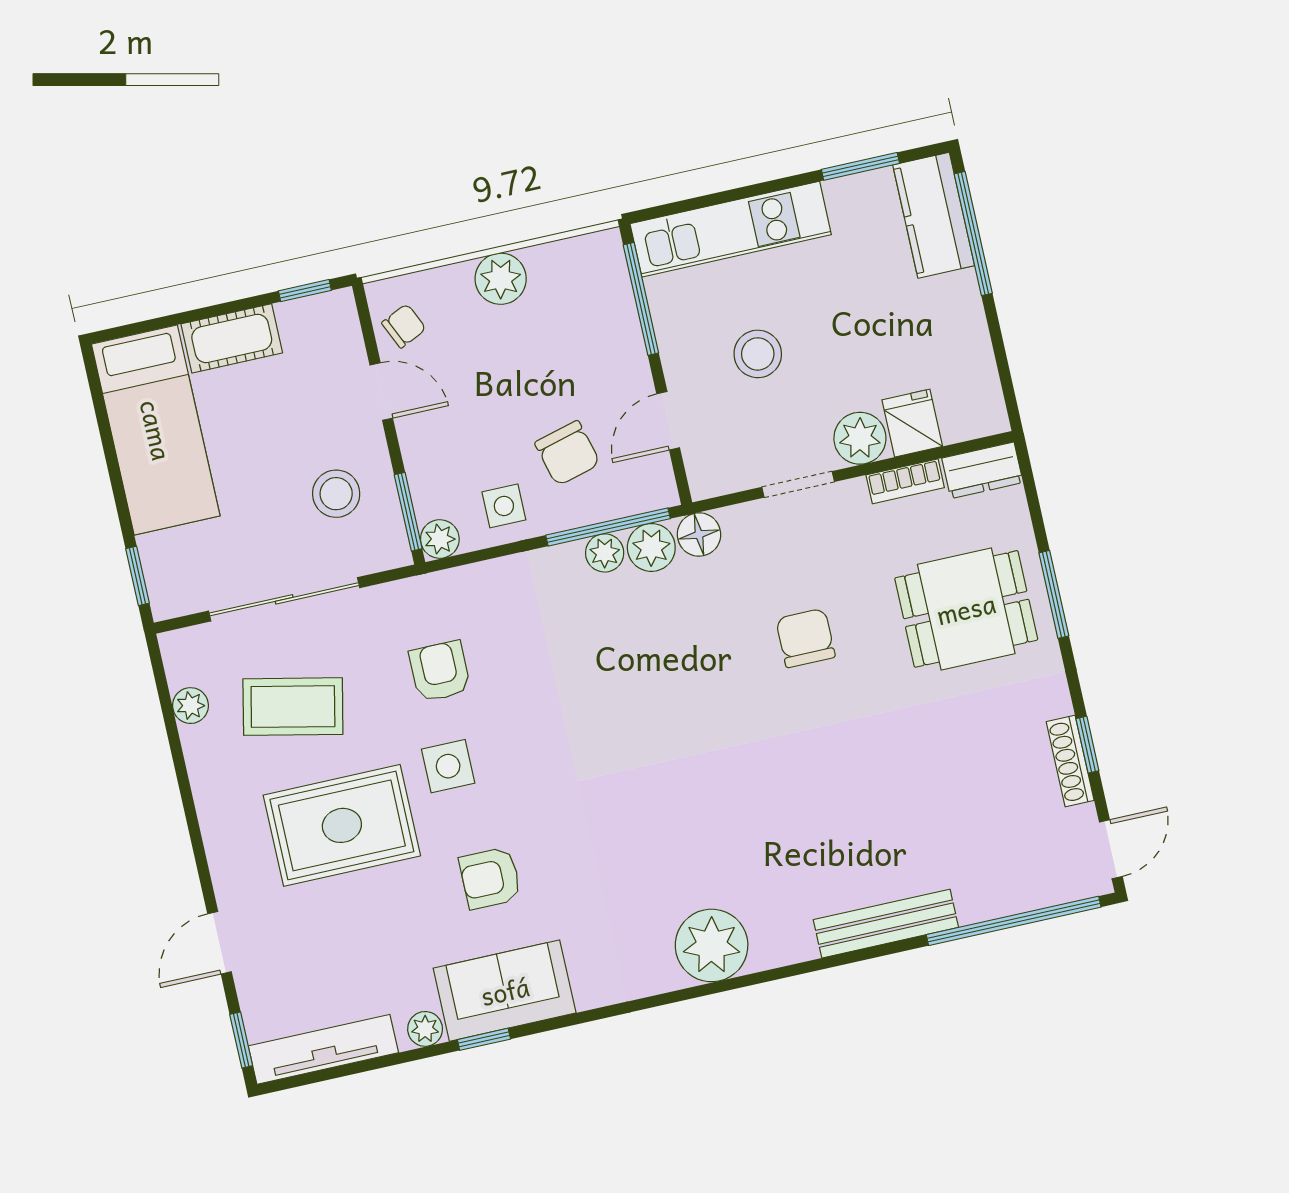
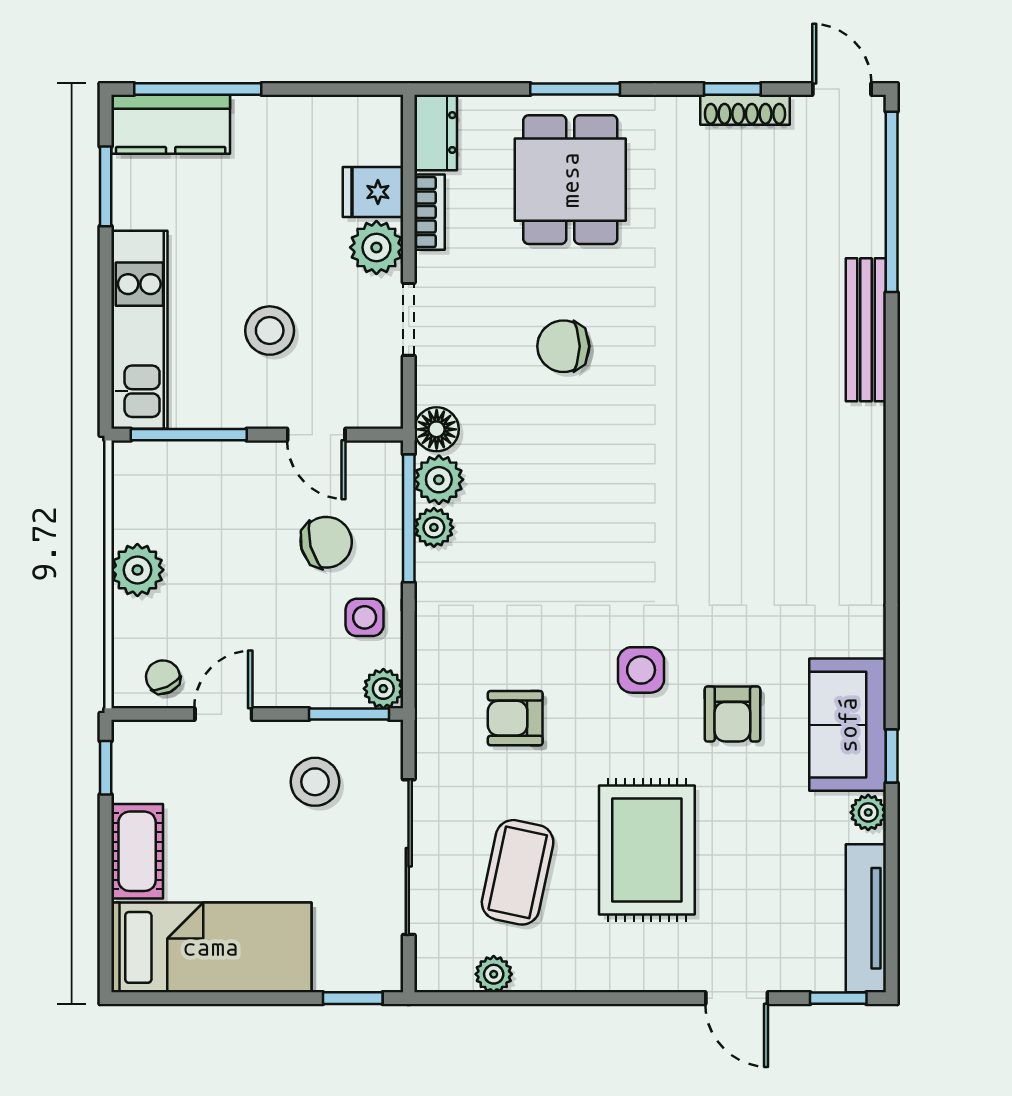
side table: (448, 766) -> (641, 670), moved
plant: (712, 945) -> (849, 508), removed

